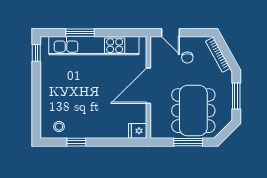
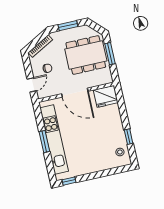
window: (80, 33) -> (44, 142), moved
fridge: (138, 131) -> (106, 96), width x1.88, depth x1.34

